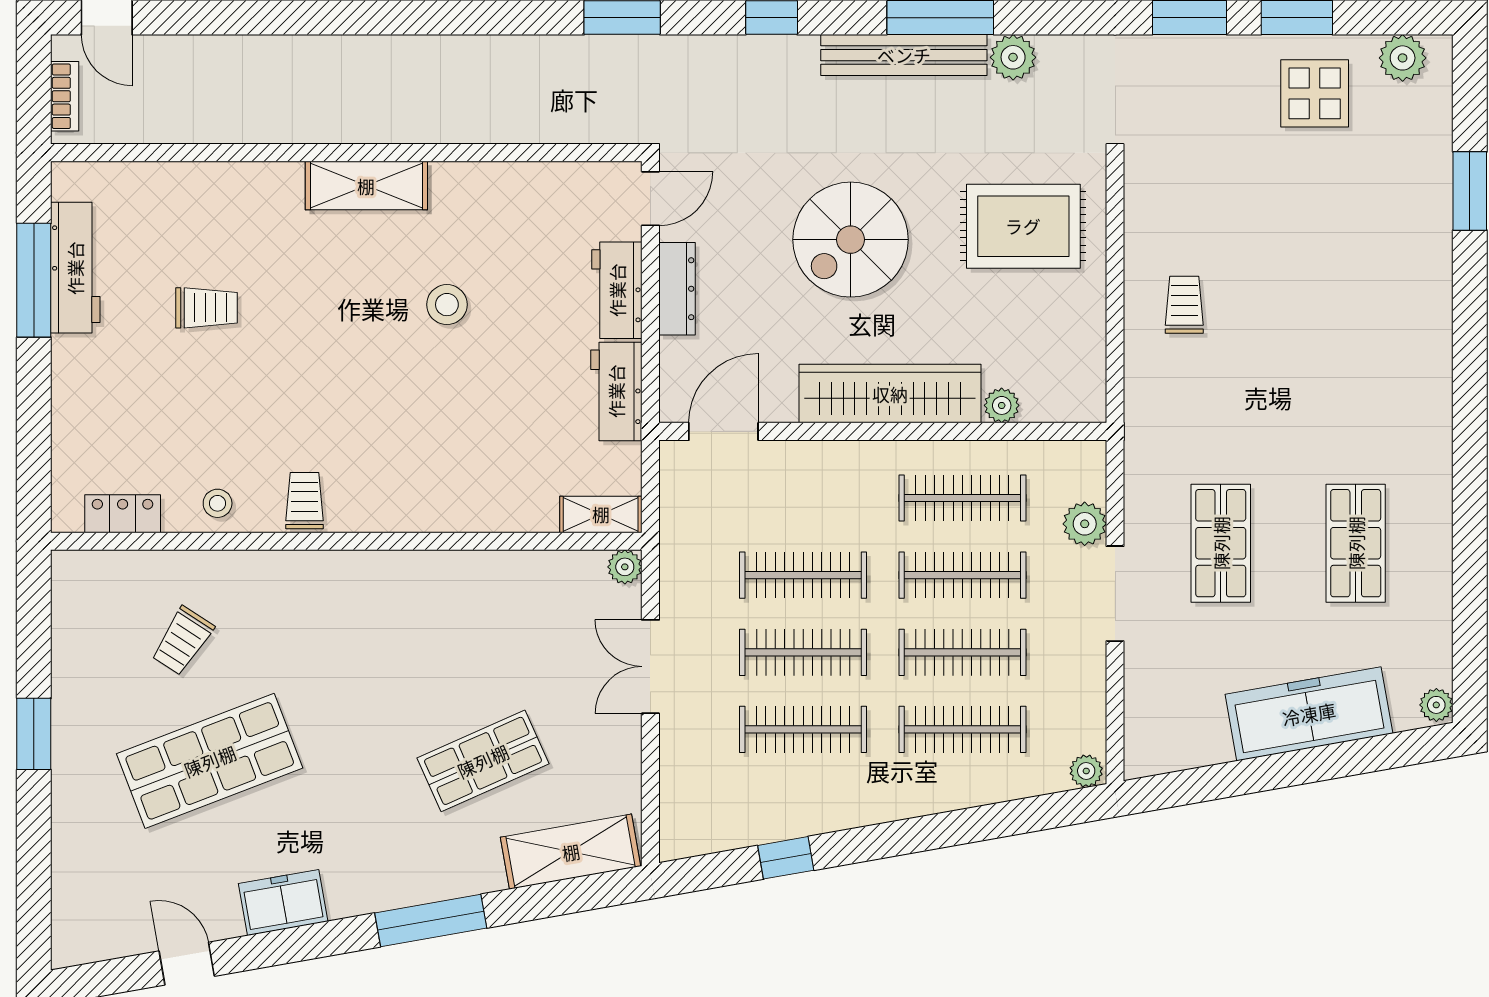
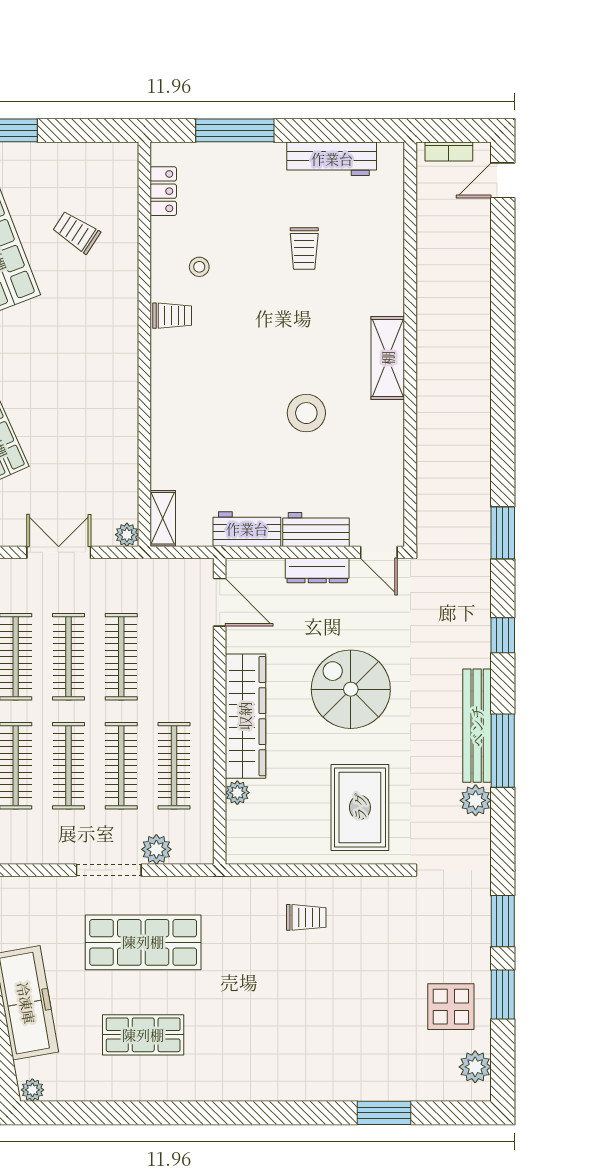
window: (34, 280) -> (235, 130), moved
stool: (447, 305) -> (306, 413), width x1.38, depth x1.38
stool: (218, 503) -> (199, 267), moved
shop shelf: (1221, 543) -> (143, 942), width x1.43, depth x1.36

